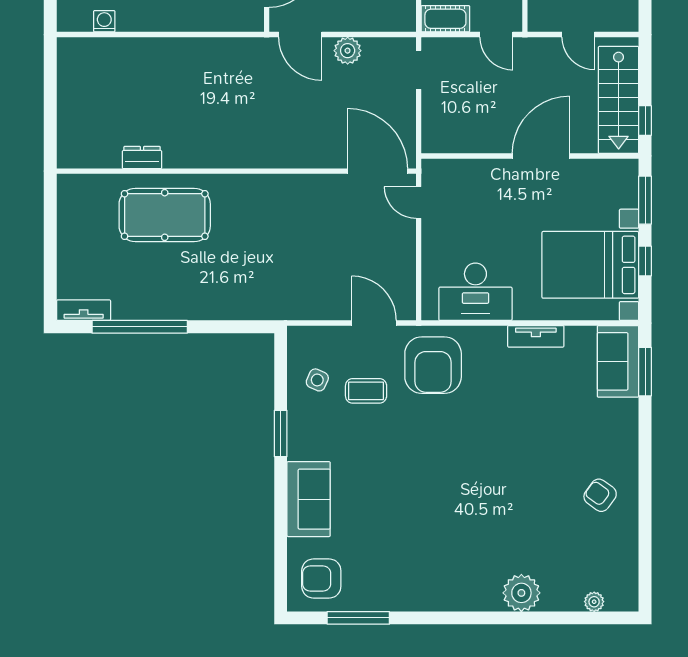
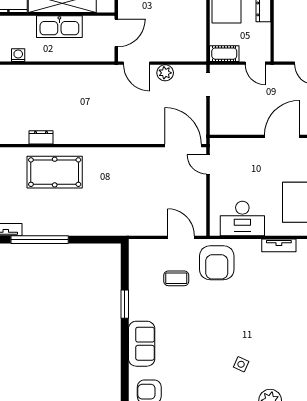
side table: (317, 380) -> (241, 364), moved

